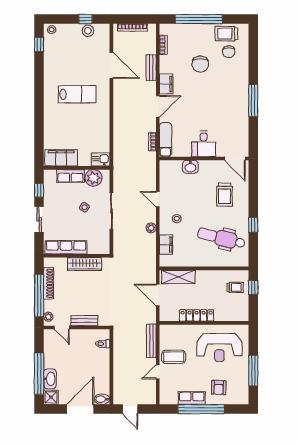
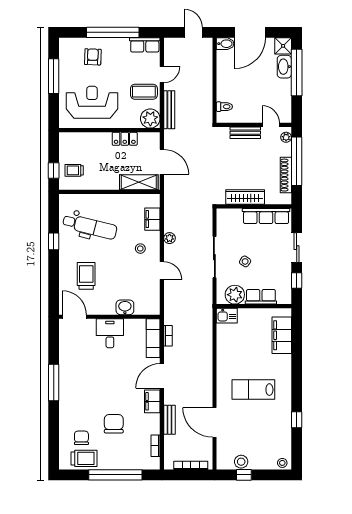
window: (39, 45) -> (297, 420), moved
filing cabinet: (61, 158) -> (282, 335), moved, turned 90
locker: (197, 315) -> (125, 139), width x0.66
plant: (168, 333) -> (150, 119), added
row of seats: (192, 398) -> (145, 45), moved

